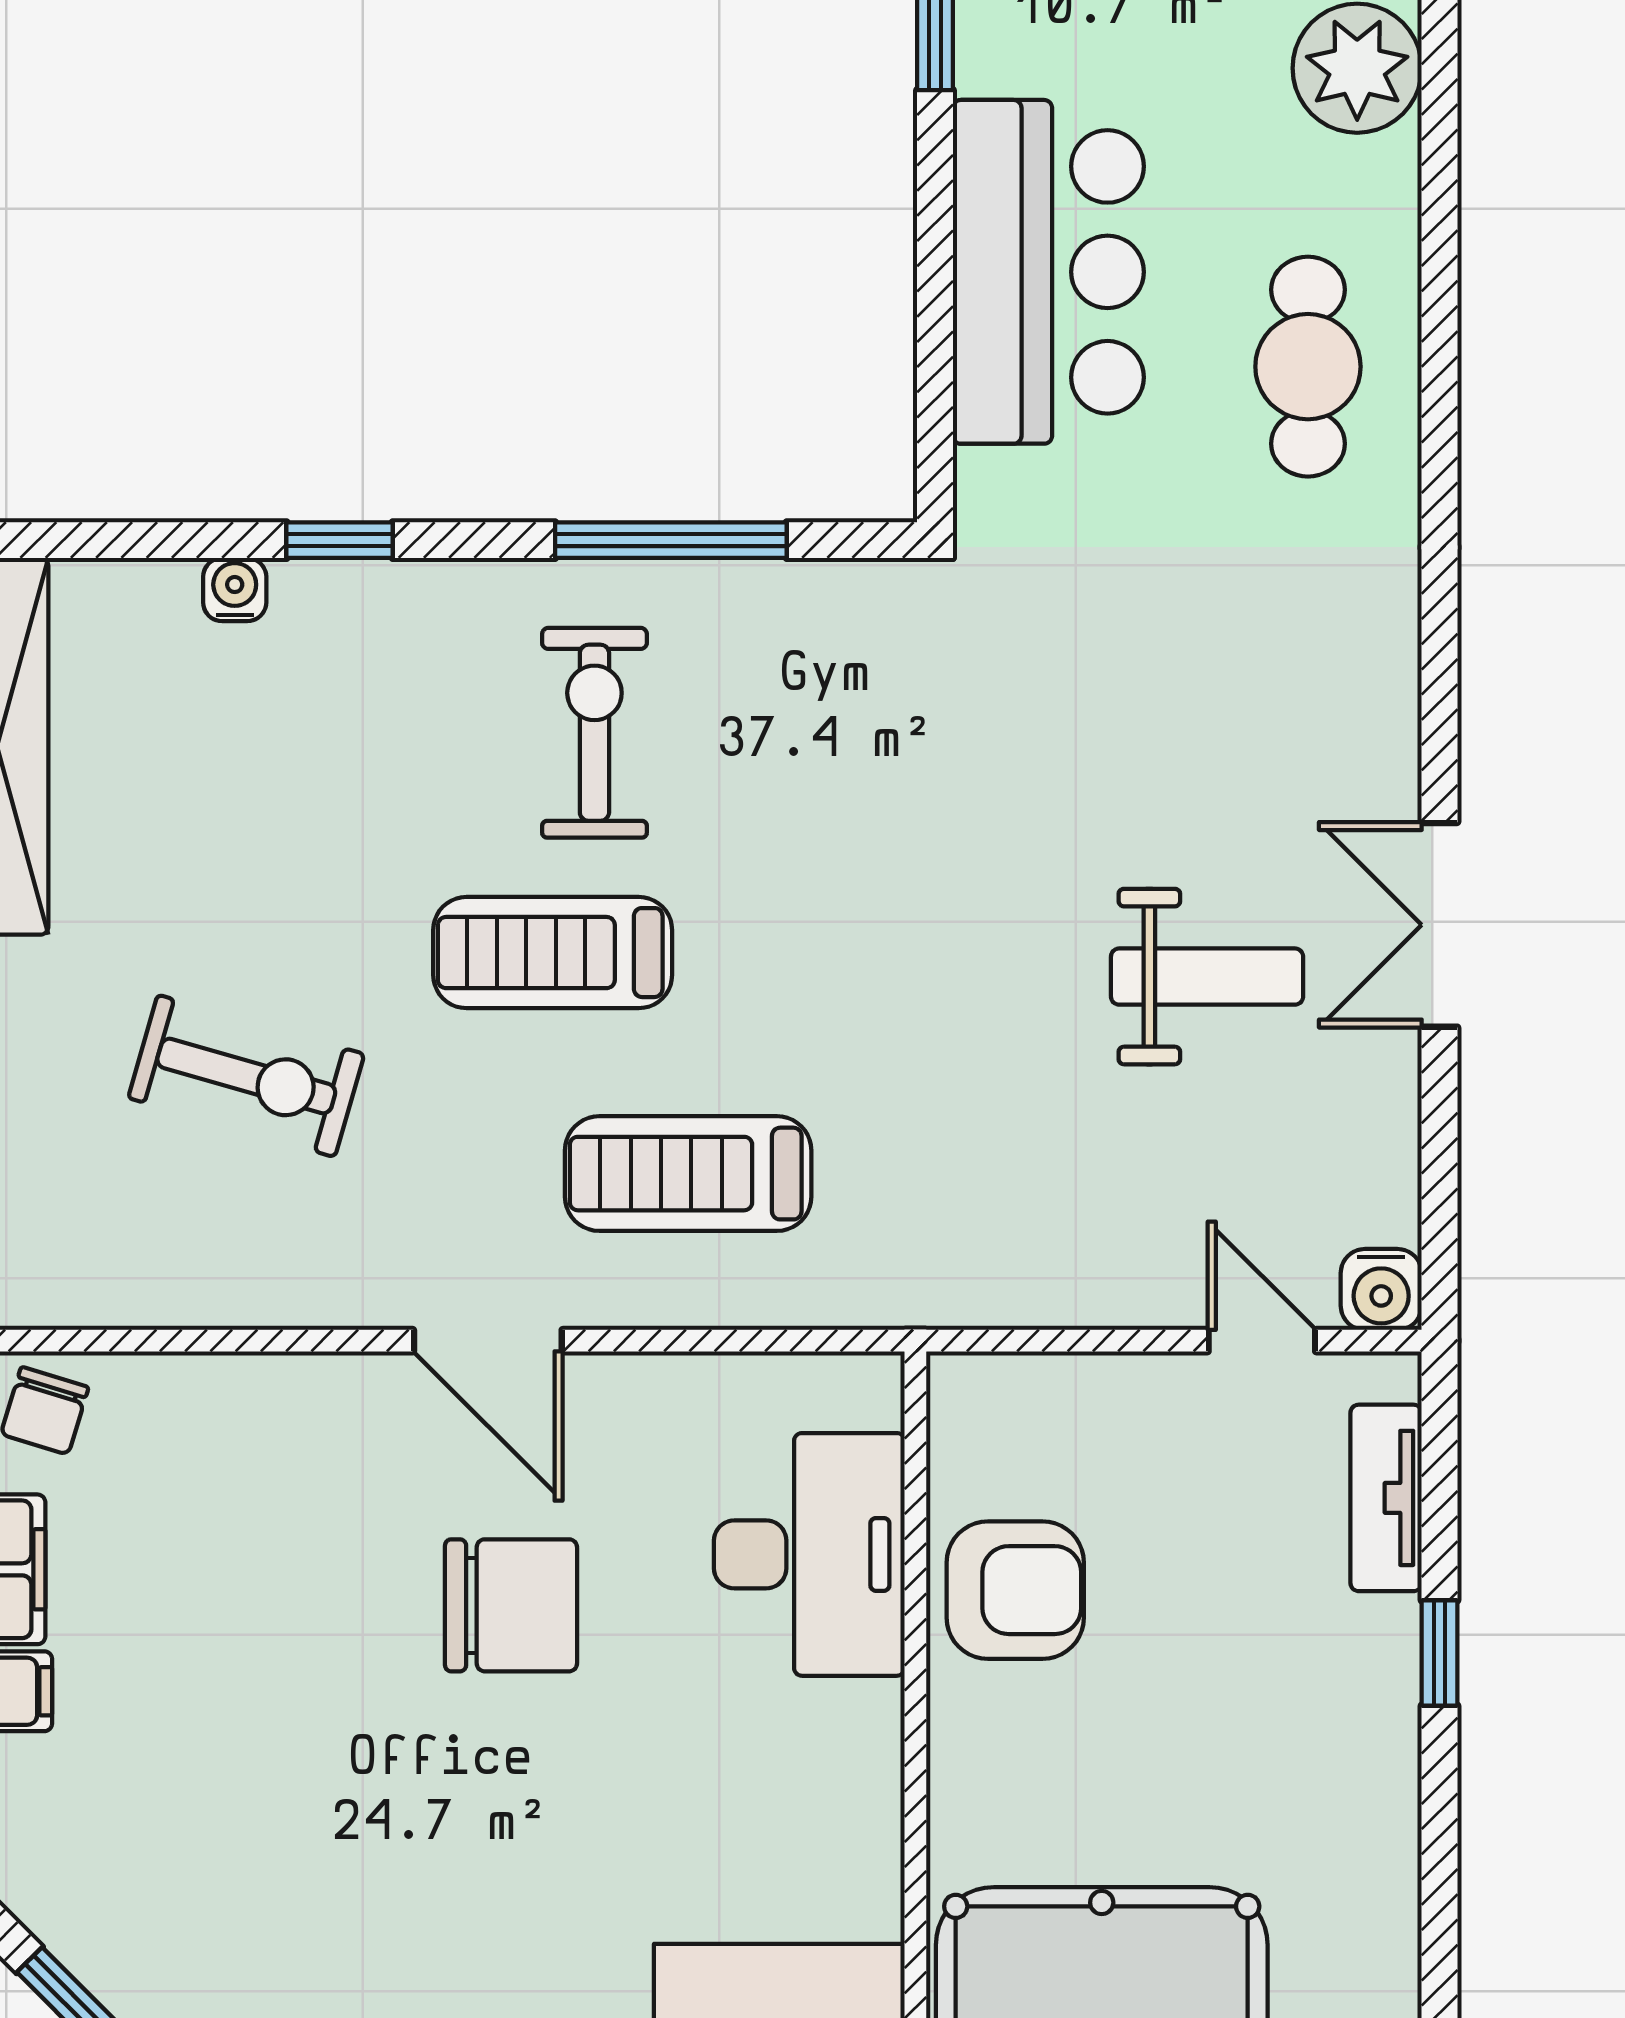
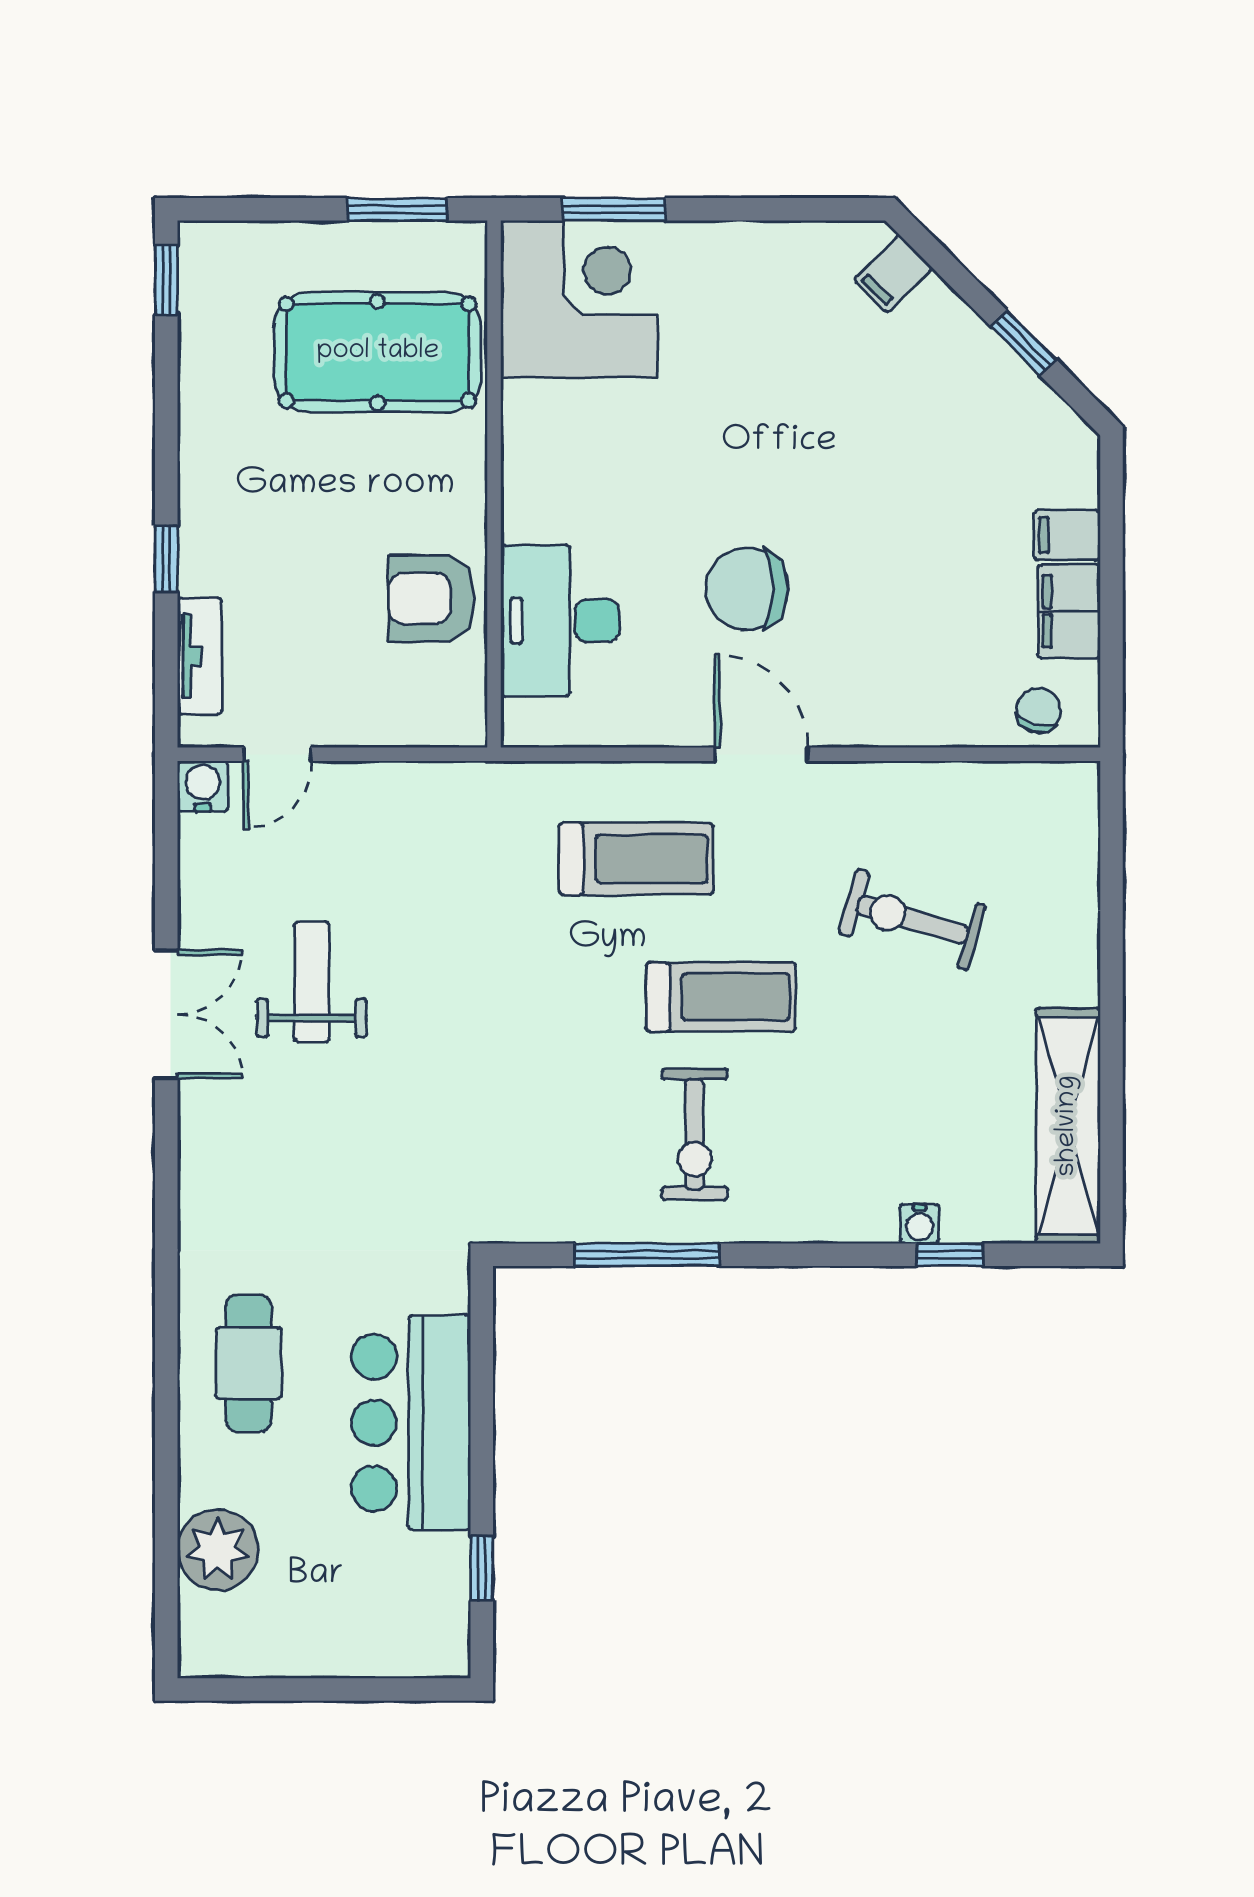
window: (340, 540) -> (950, 1255), moved
weight bench: (1207, 977) -> (312, 982), turned 90
door: (1262, 1341) -> (277, 754), hinge flipped

